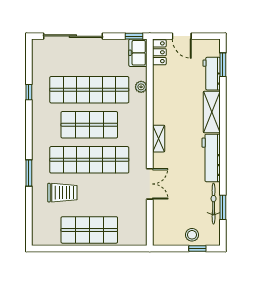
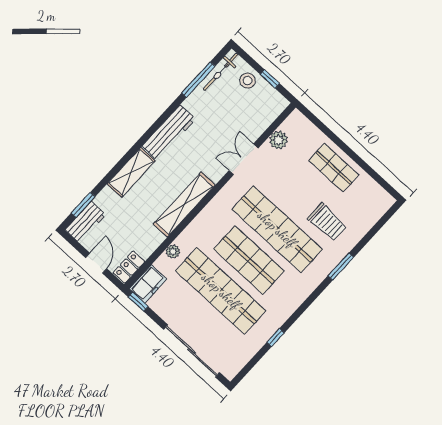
workbench: (212, 74) -> (86, 222), moved
shelving: (159, 139) -> (184, 205), width x2.20, depth x1.33
trolley: (62, 193) -> (327, 222), turned 180
bicycle: (214, 204) -> (221, 72), moved
window: (223, 207) -> (198, 80), width x1.44
plant: (139, 216) -> (278, 140), added
shop shelf: (89, 230) -> (334, 168), width x0.70, depth x0.74
window: (197, 248) -> (270, 79), moved

